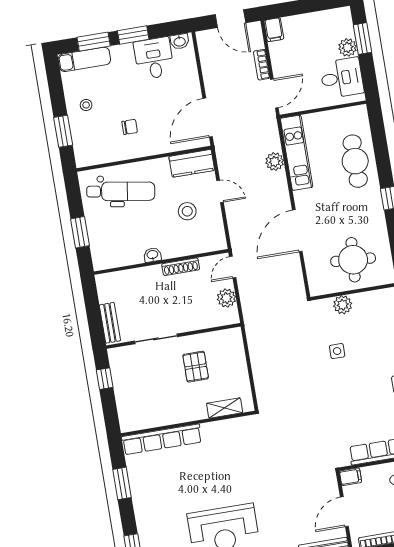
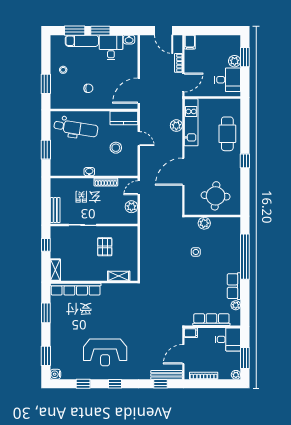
exam couch: (84, 59) -> (82, 41), moved
shelving: (126, 415) -> (55, 270), added

